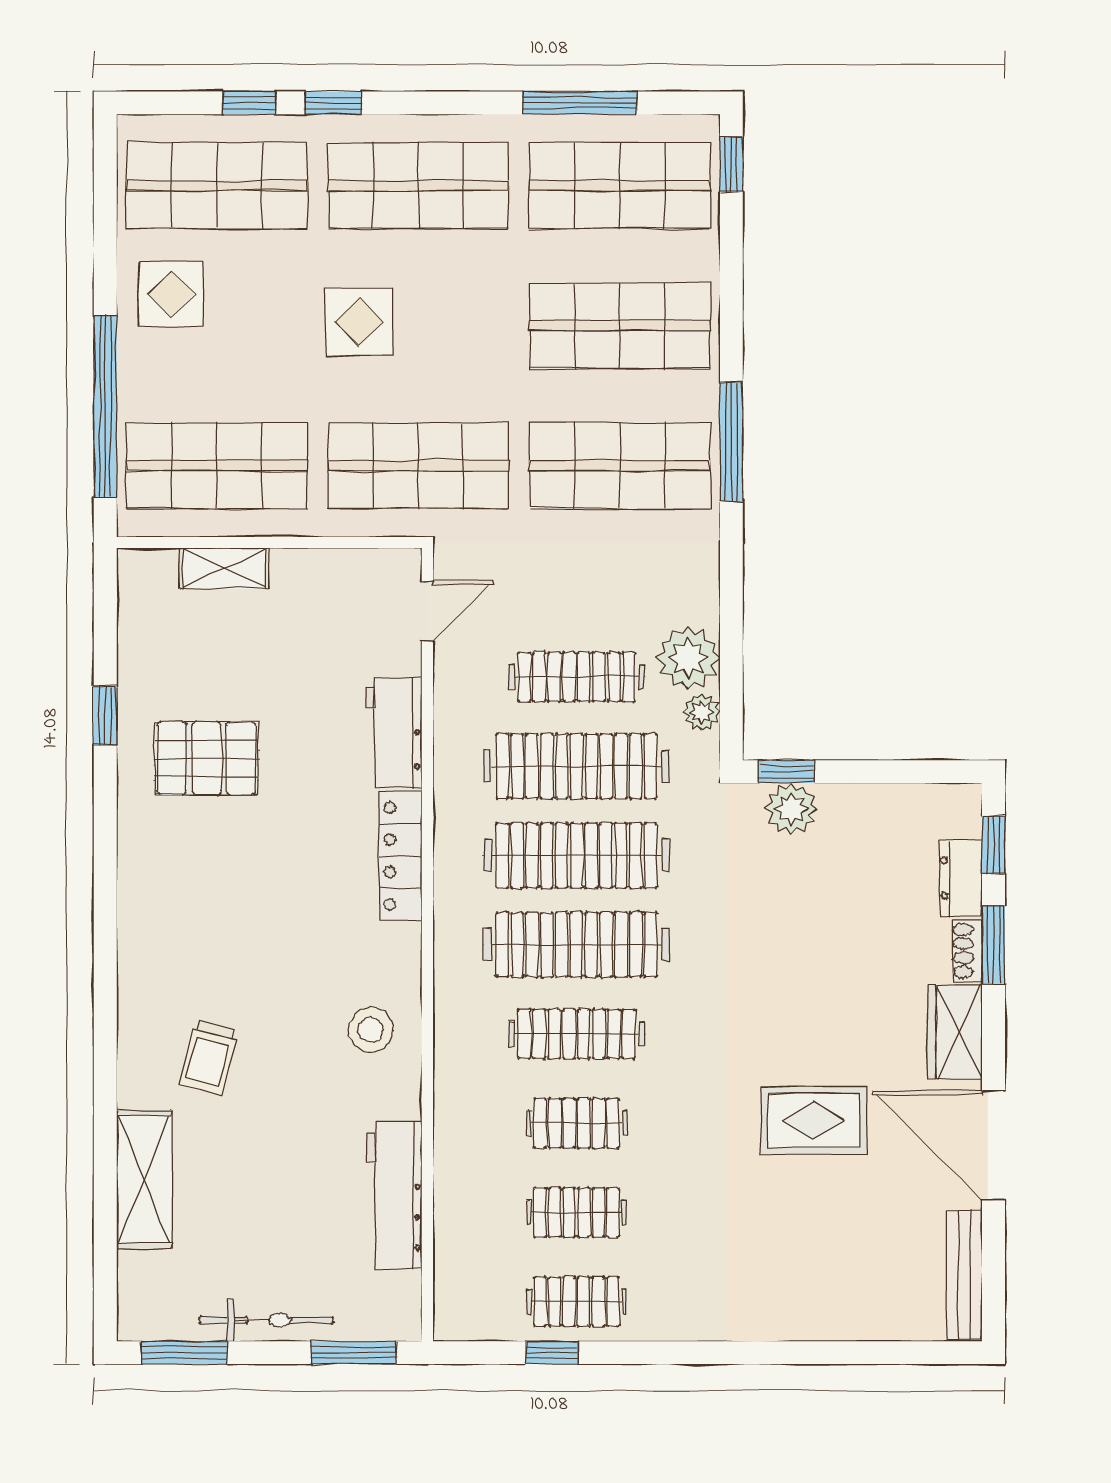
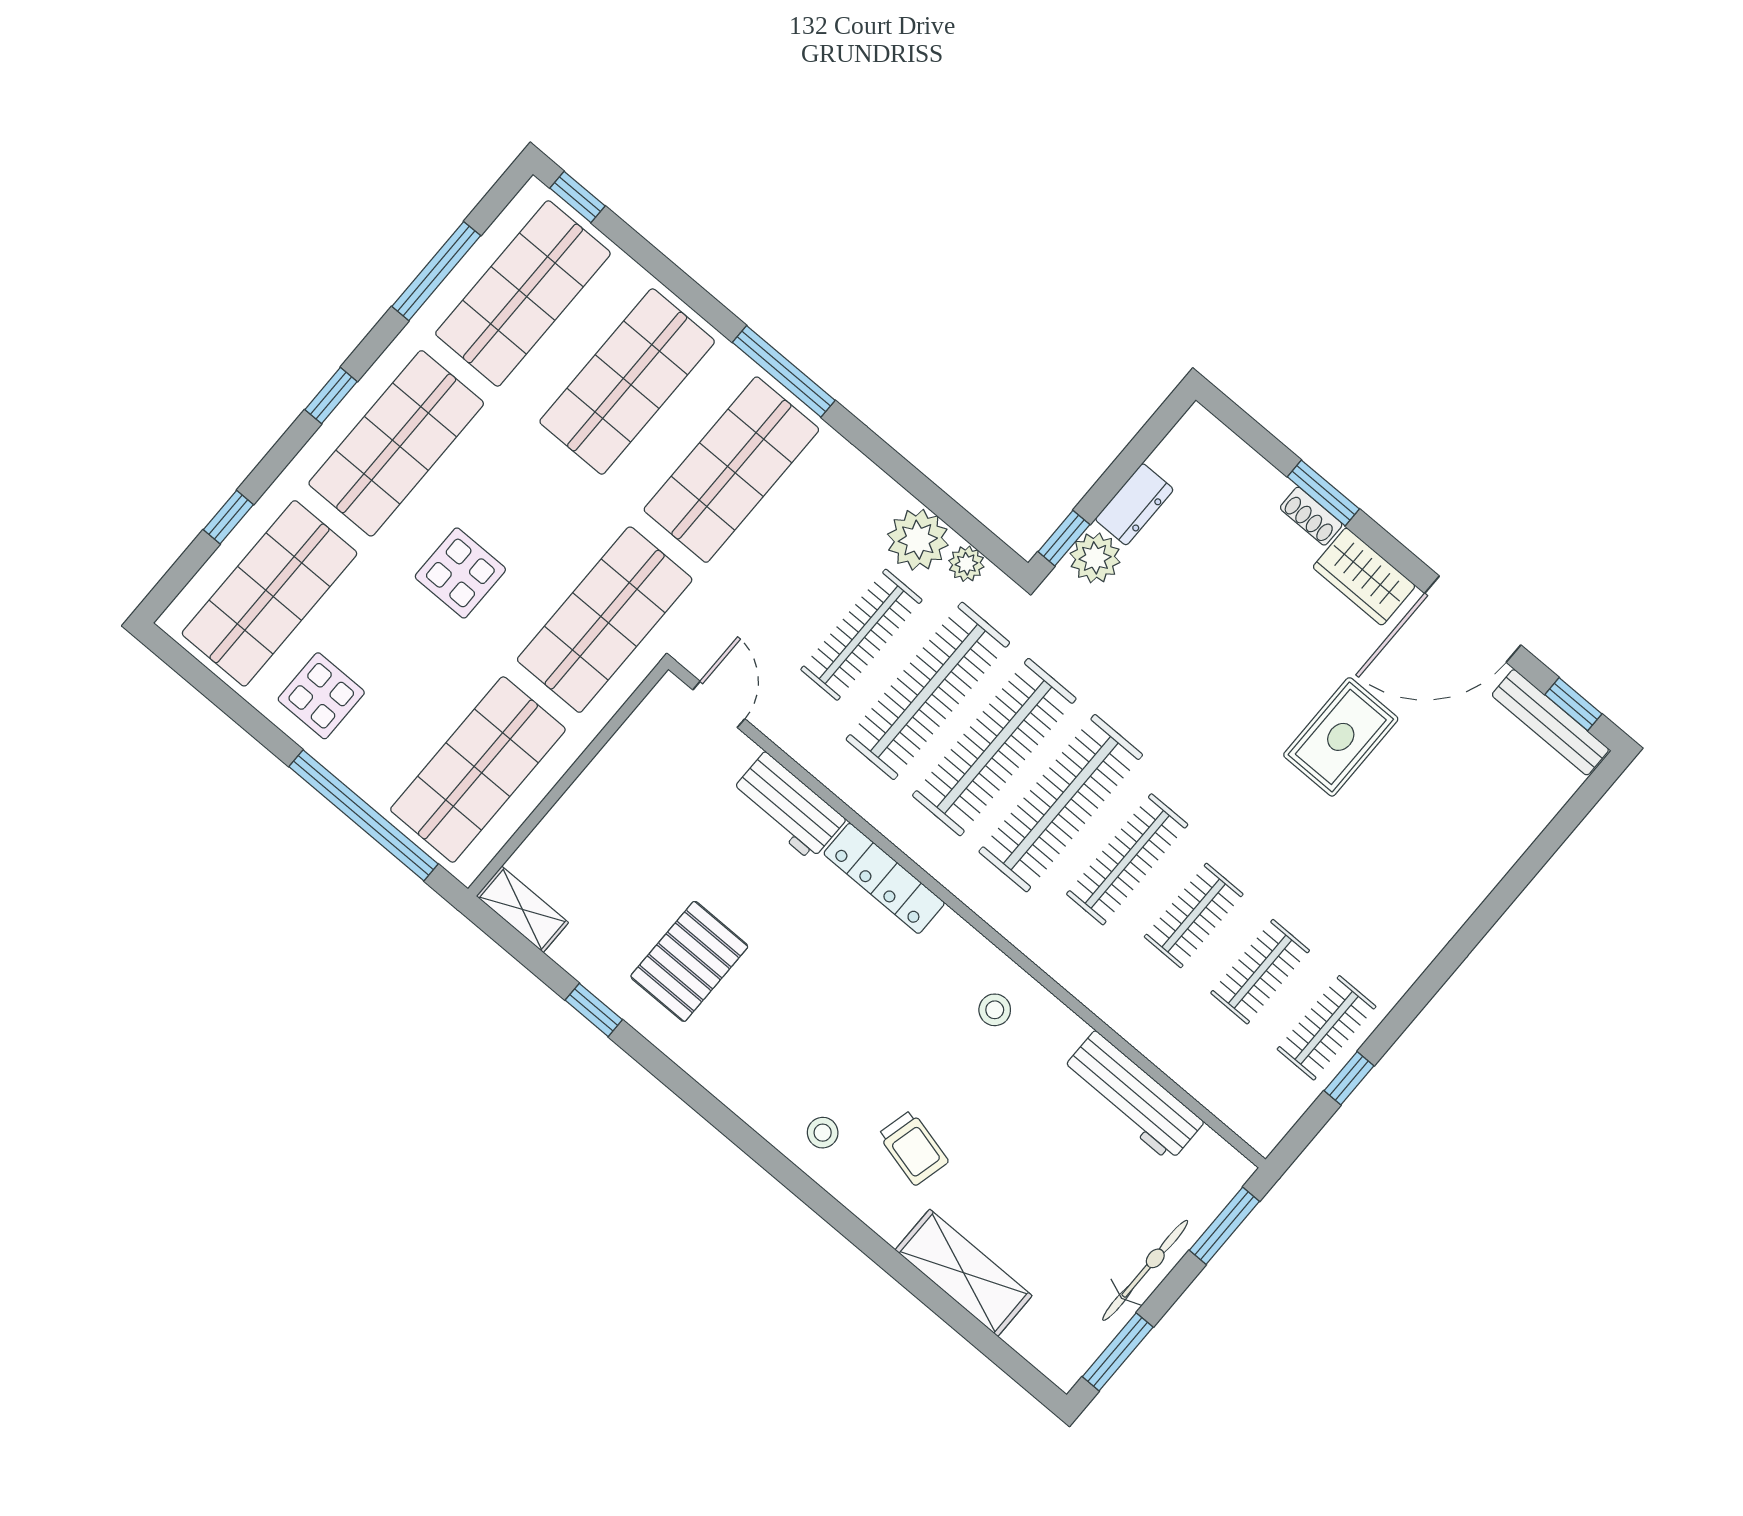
window: (334, 103) -> (331, 396), moved
shelving: (224, 568) -> (522, 909), moved, turned 90
window: (993, 845) -> (1573, 704), moved
dresser: (961, 878) -> (1134, 504), moved, turned -90
stool: (161, 976) -> (823, 1133), added
stool: (371, 1030) -> (995, 1010), width x0.73, depth x0.73

